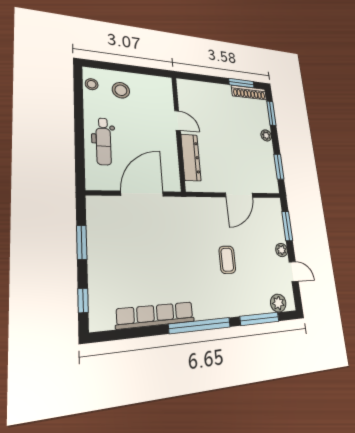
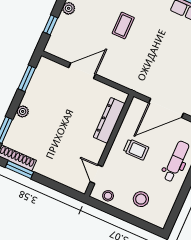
stool: (92, 84) -> (108, 196), moved
door: (177, 121) -> (96, 174), moved
trolley: (151, 138) -> (136, 149), added
window: (287, 226) -> (50, 25), width x0.67

